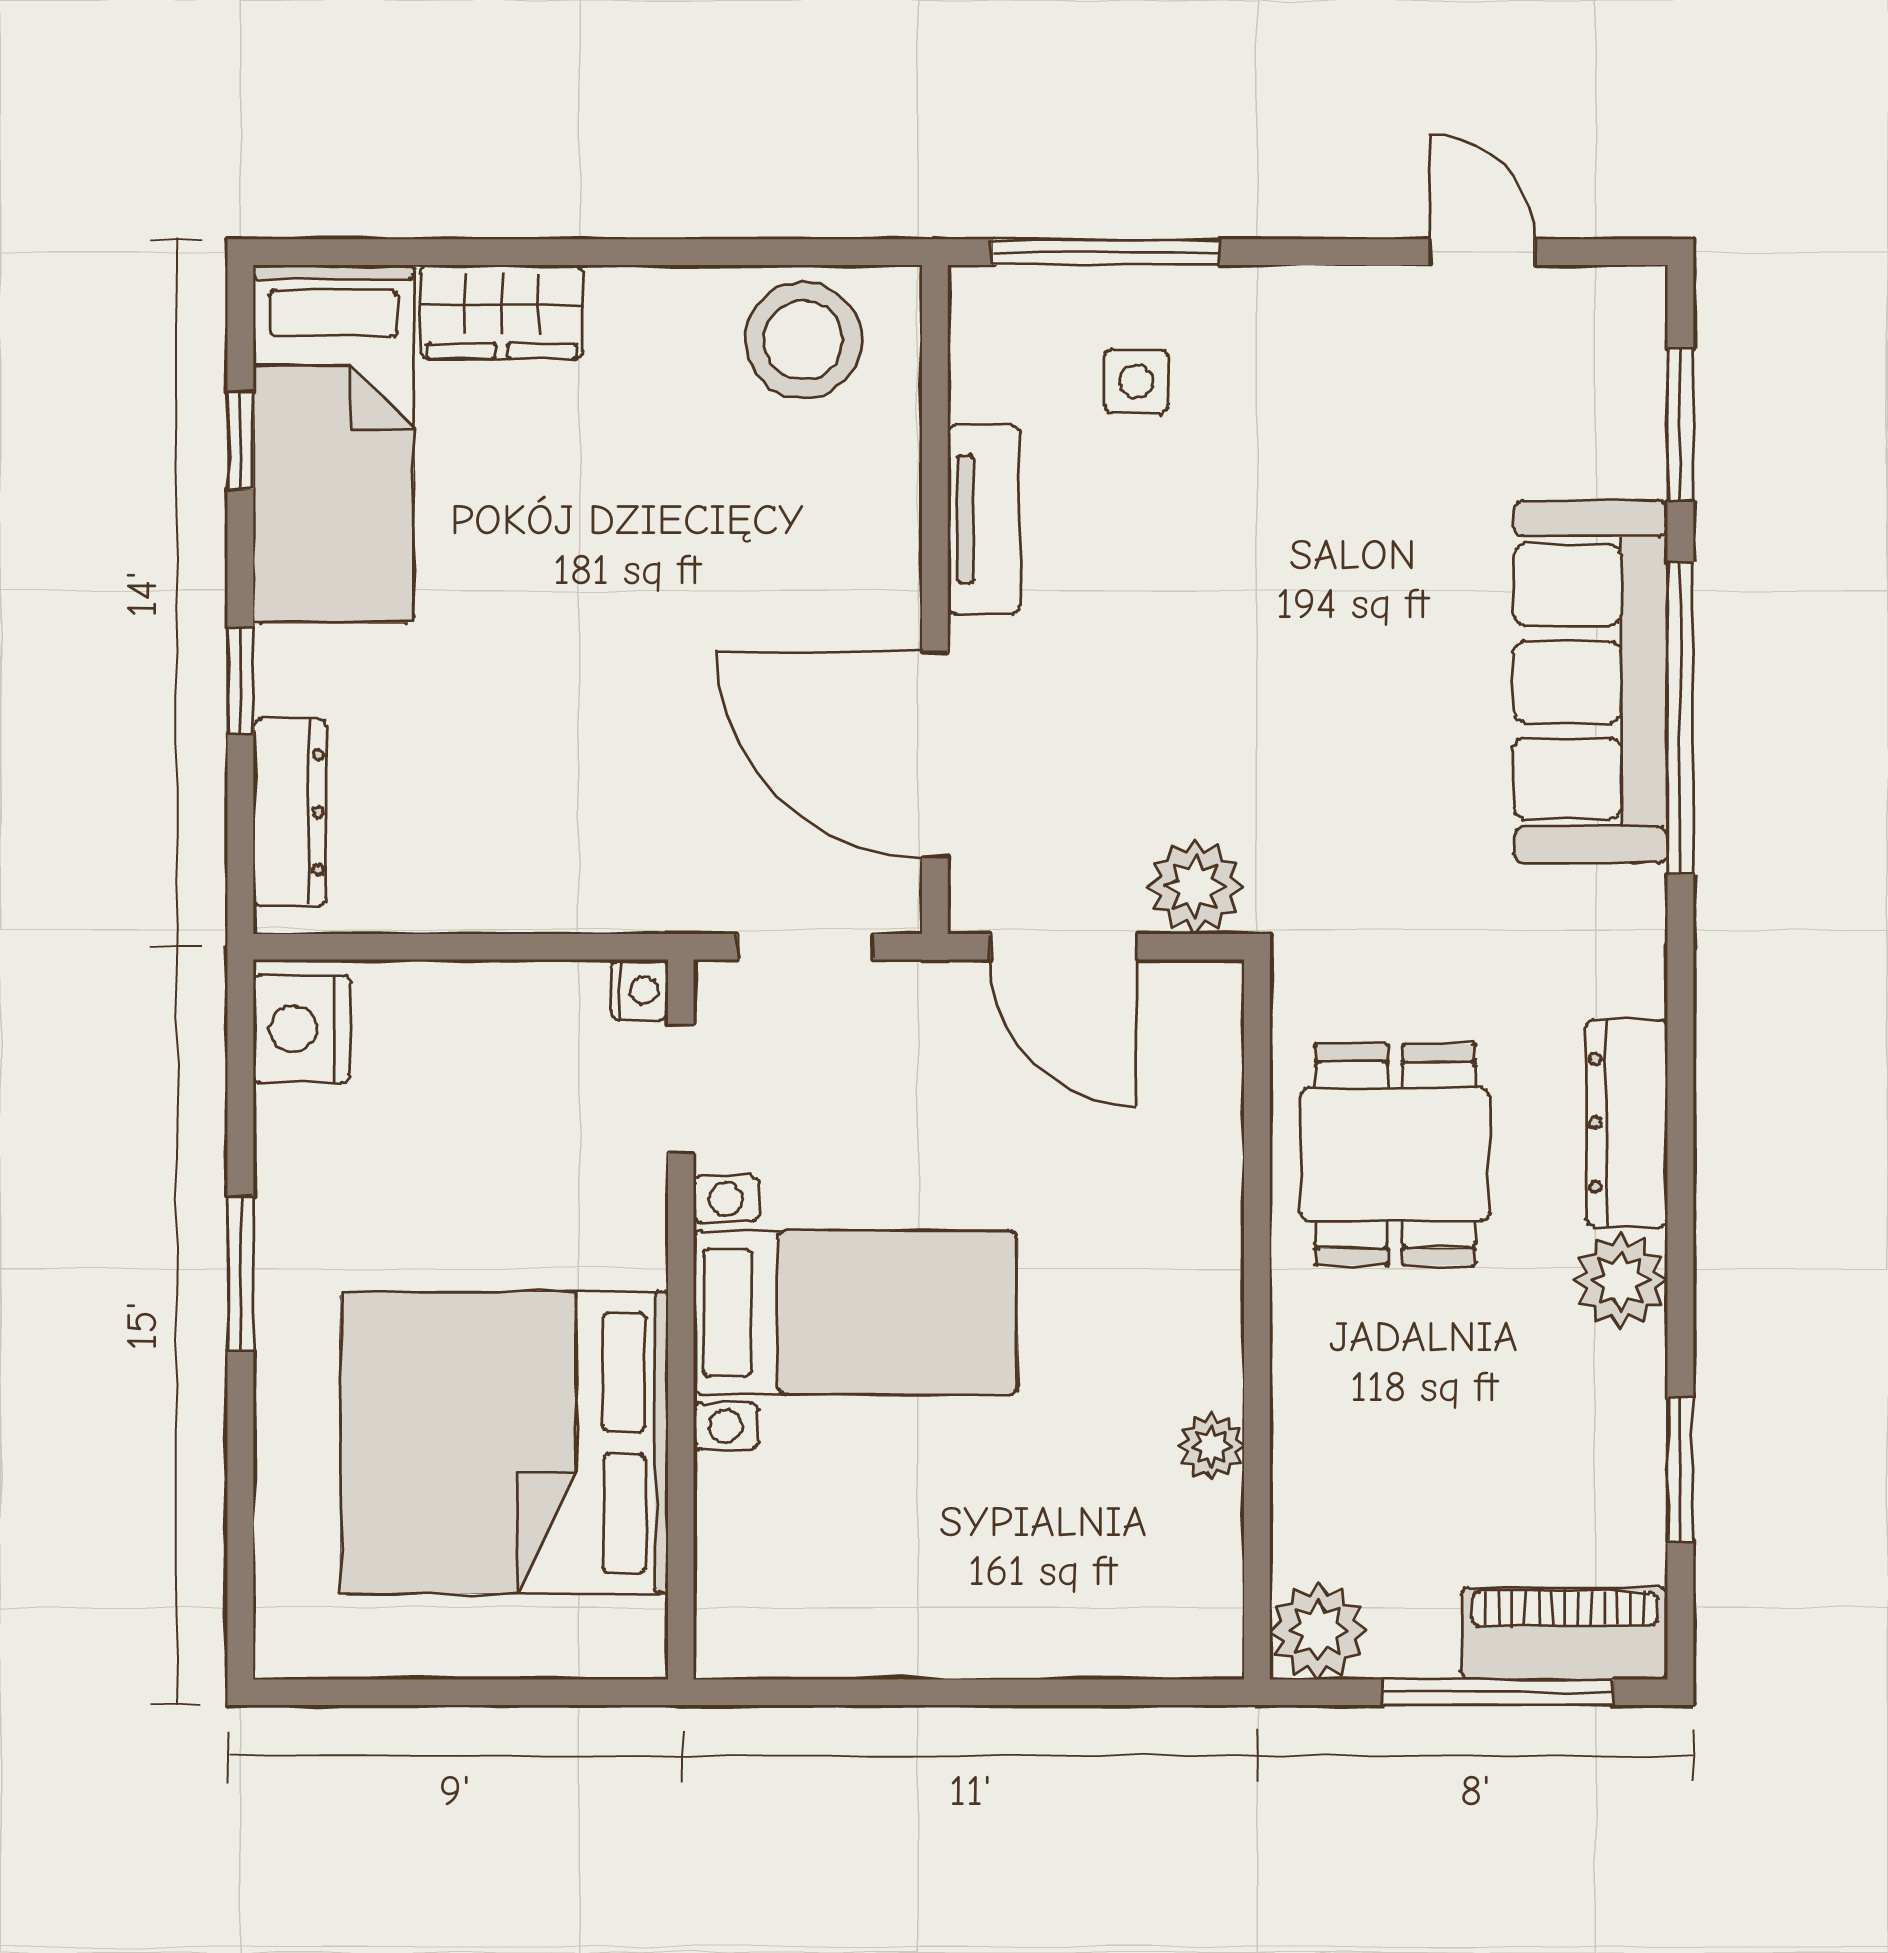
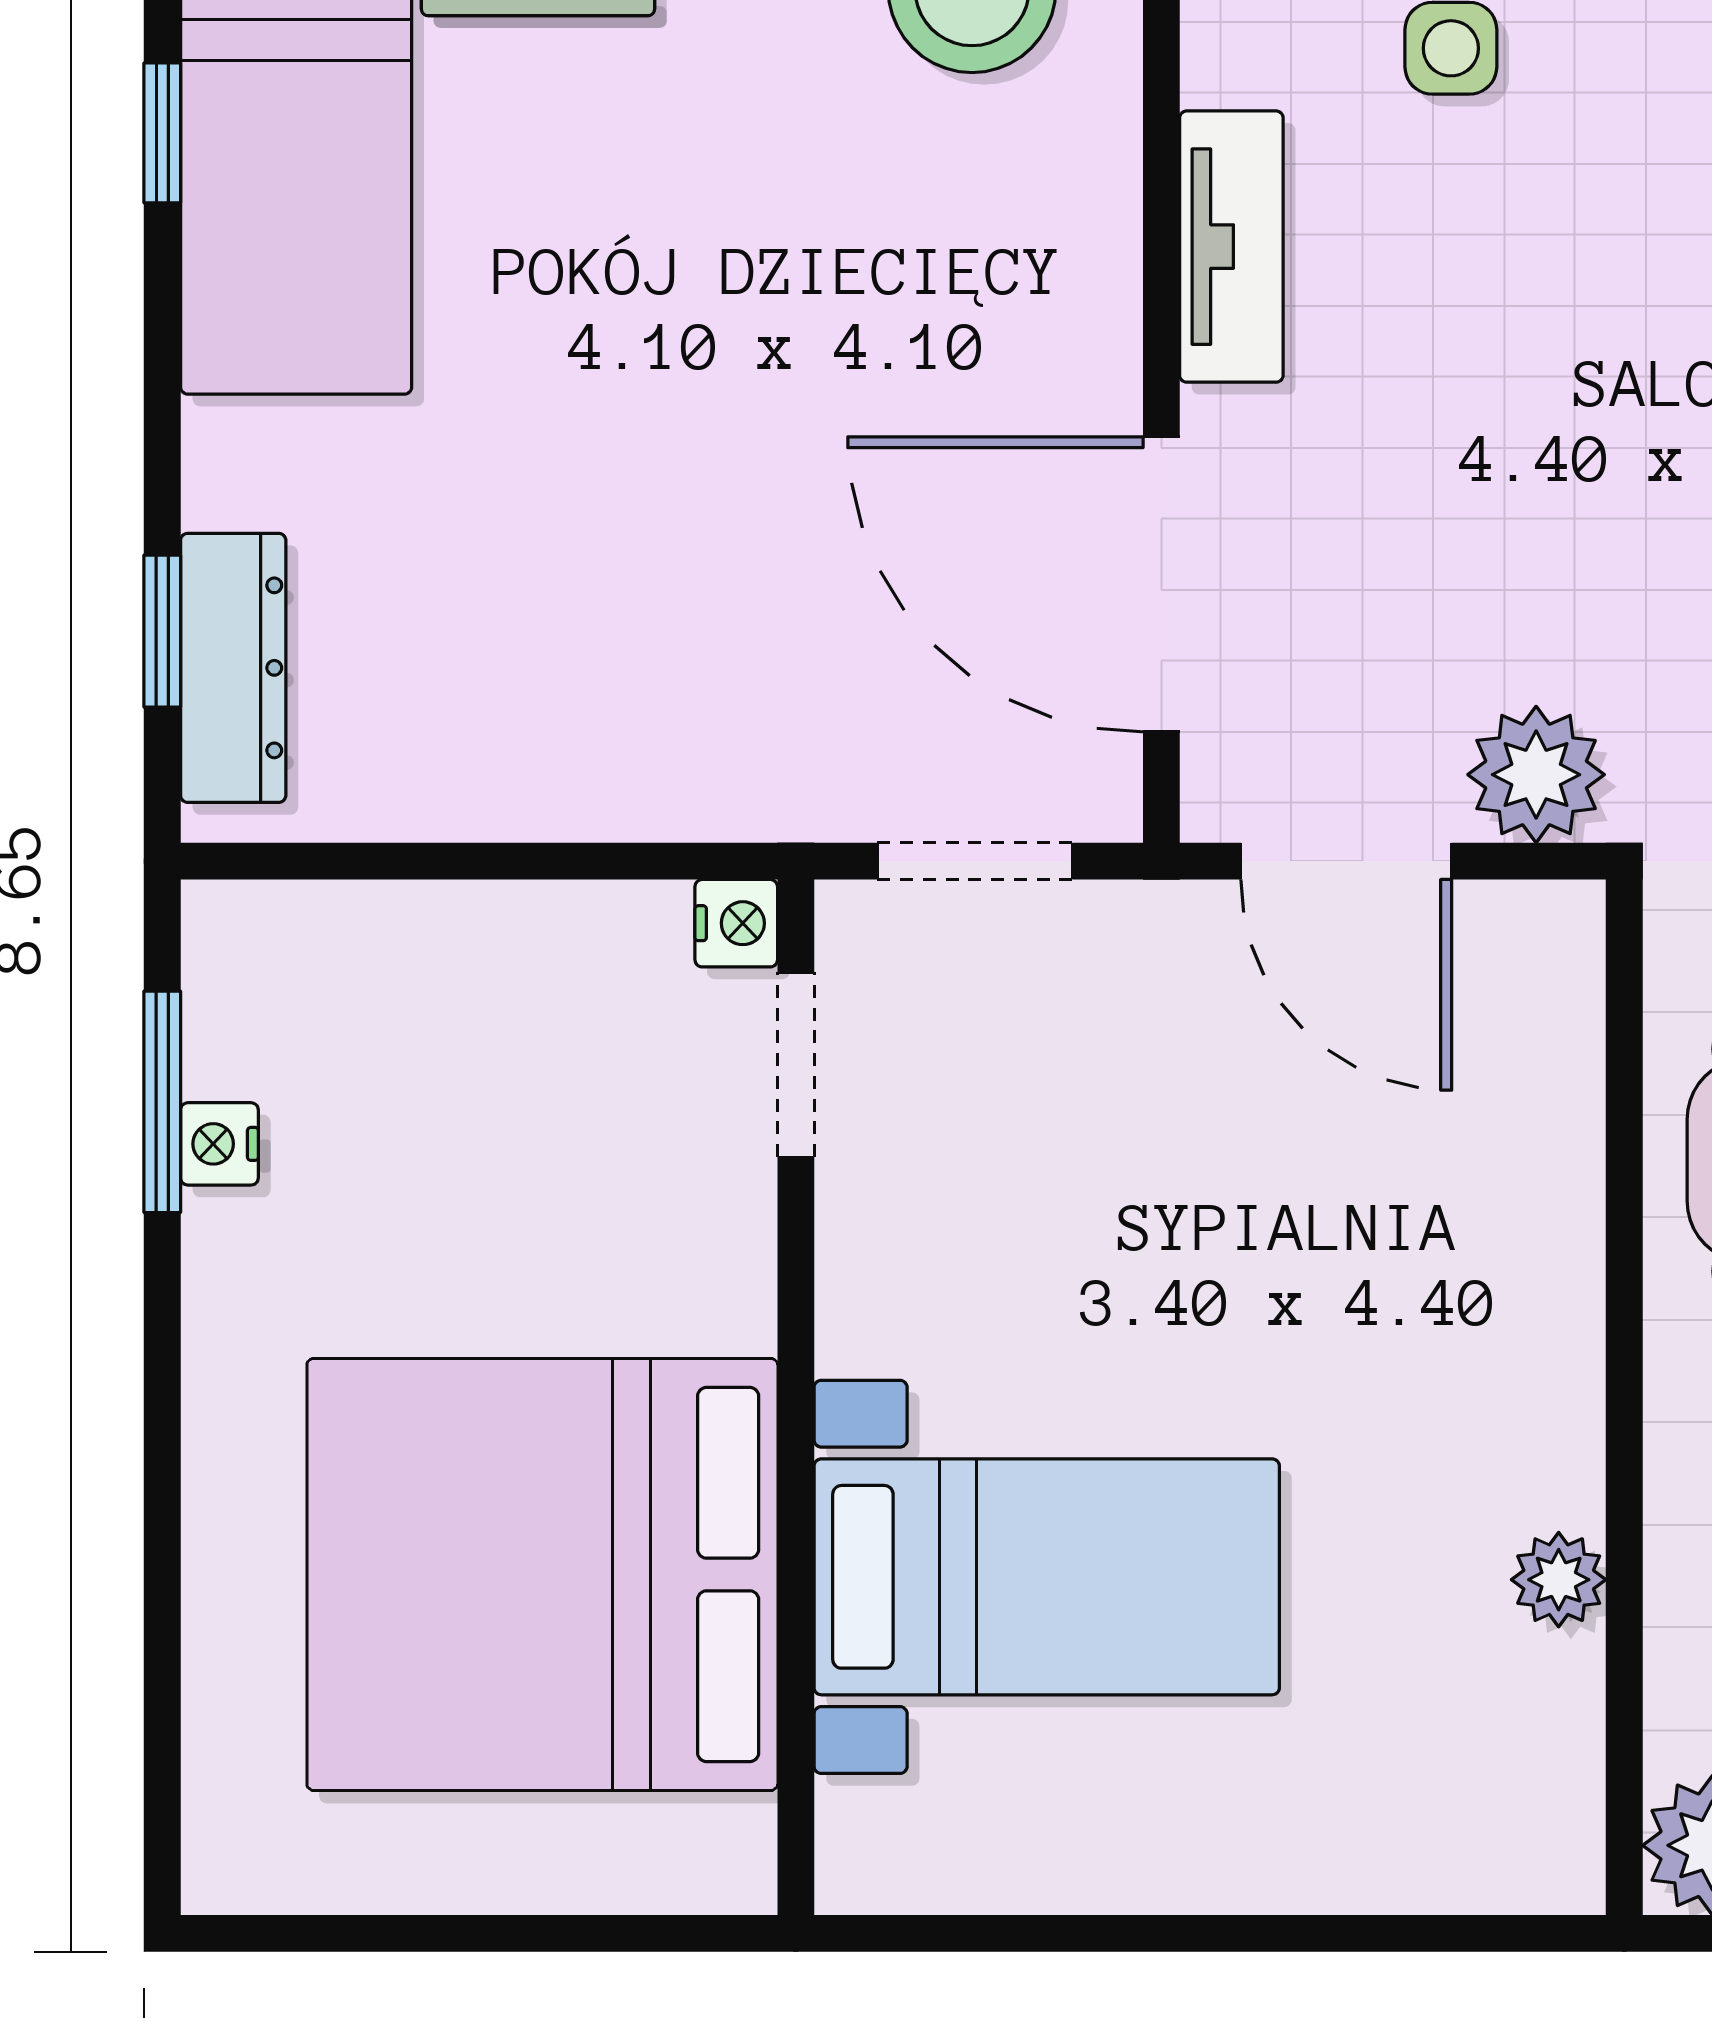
window: (240, 680) -> (162, 631), moved
nightstand: (302, 1029) -> (219, 1144), moved, width x0.53, depth x0.56
window: (240, 1273) -> (162, 1102), moved
bed with nightstands: (855, 1312) -> (1047, 1577), moved

